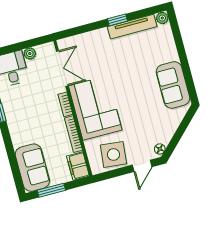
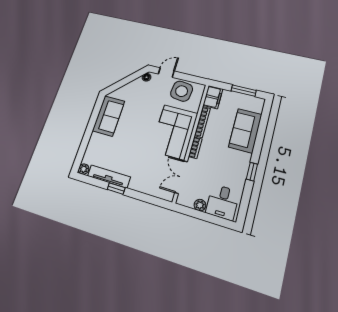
sofa: (32, 168) -> (245, 131), moved

